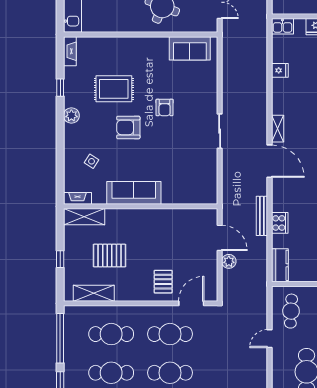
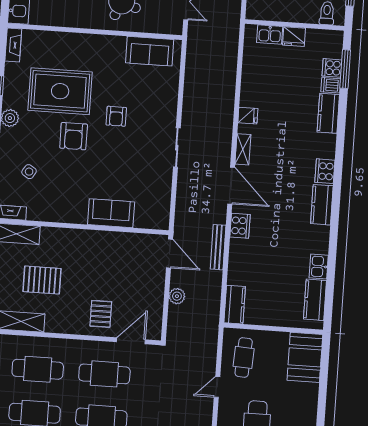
kitchen sink: (282, 26) -> (270, 35), moved
fridge: (280, 70) -> (248, 116), moved
rug: (114, 89) -> (60, 91), width x1.37, depth x1.44
armchair: (128, 127) -> (74, 136), turned -90
sofa: (134, 193) -> (111, 213), moved, width x0.73
cooker: (280, 223) -> (240, 226), moved
door: (220, 238) -> (169, 253), moved

